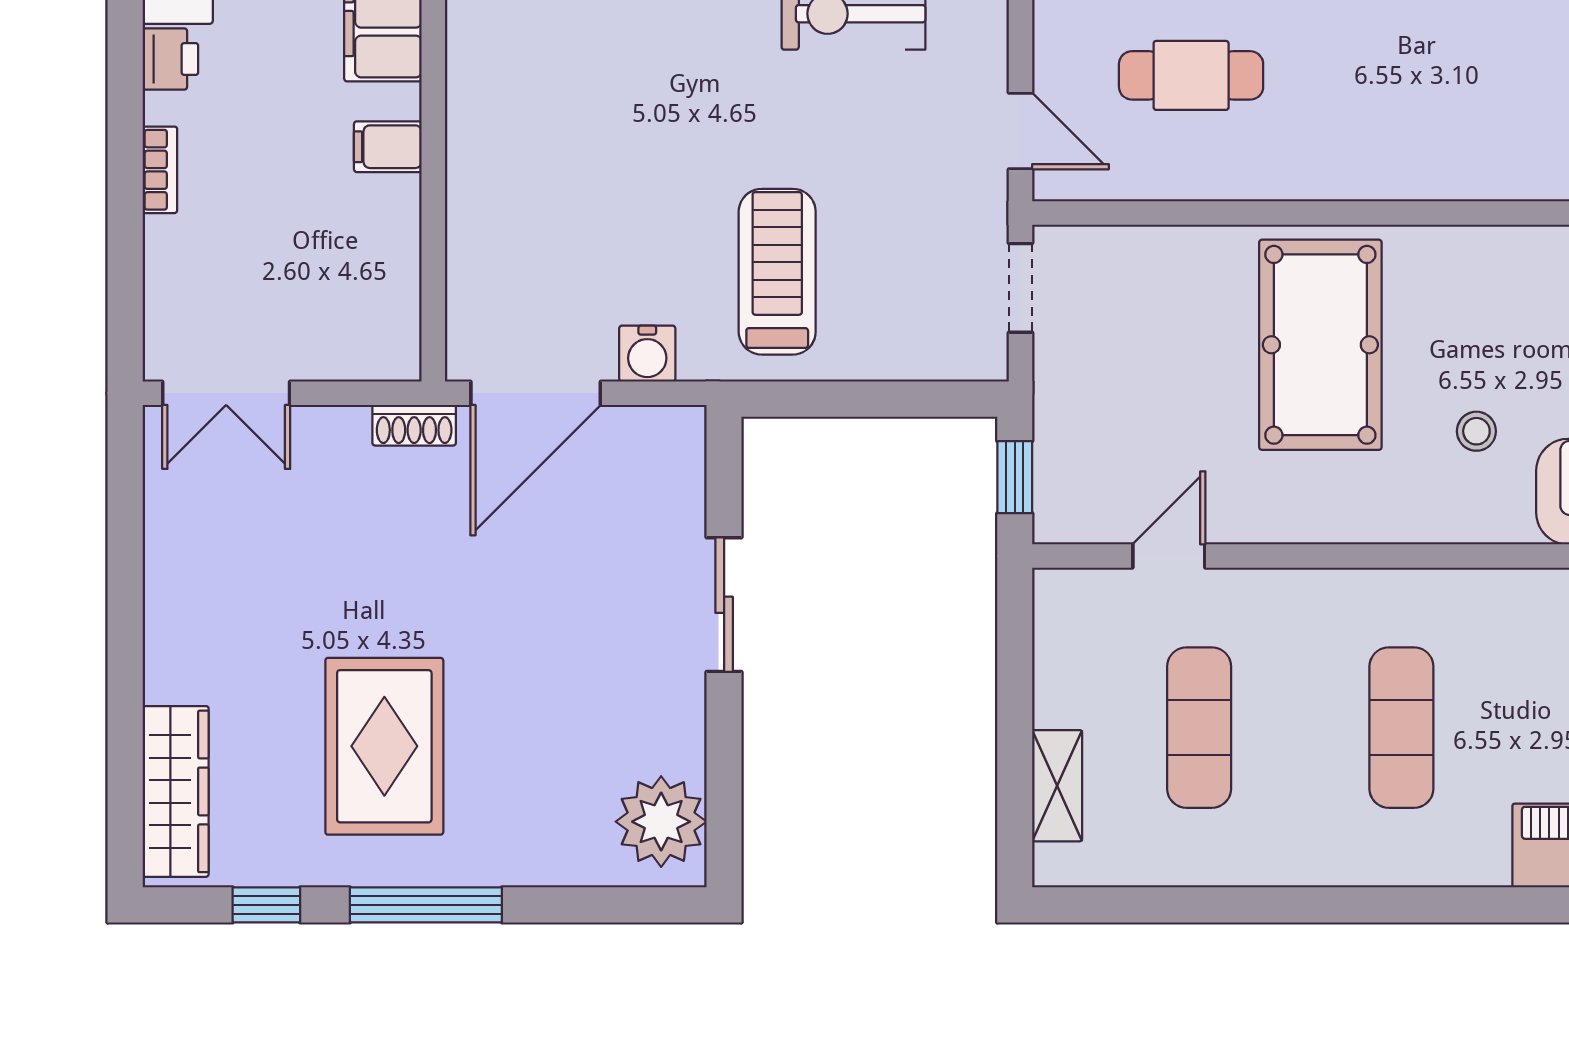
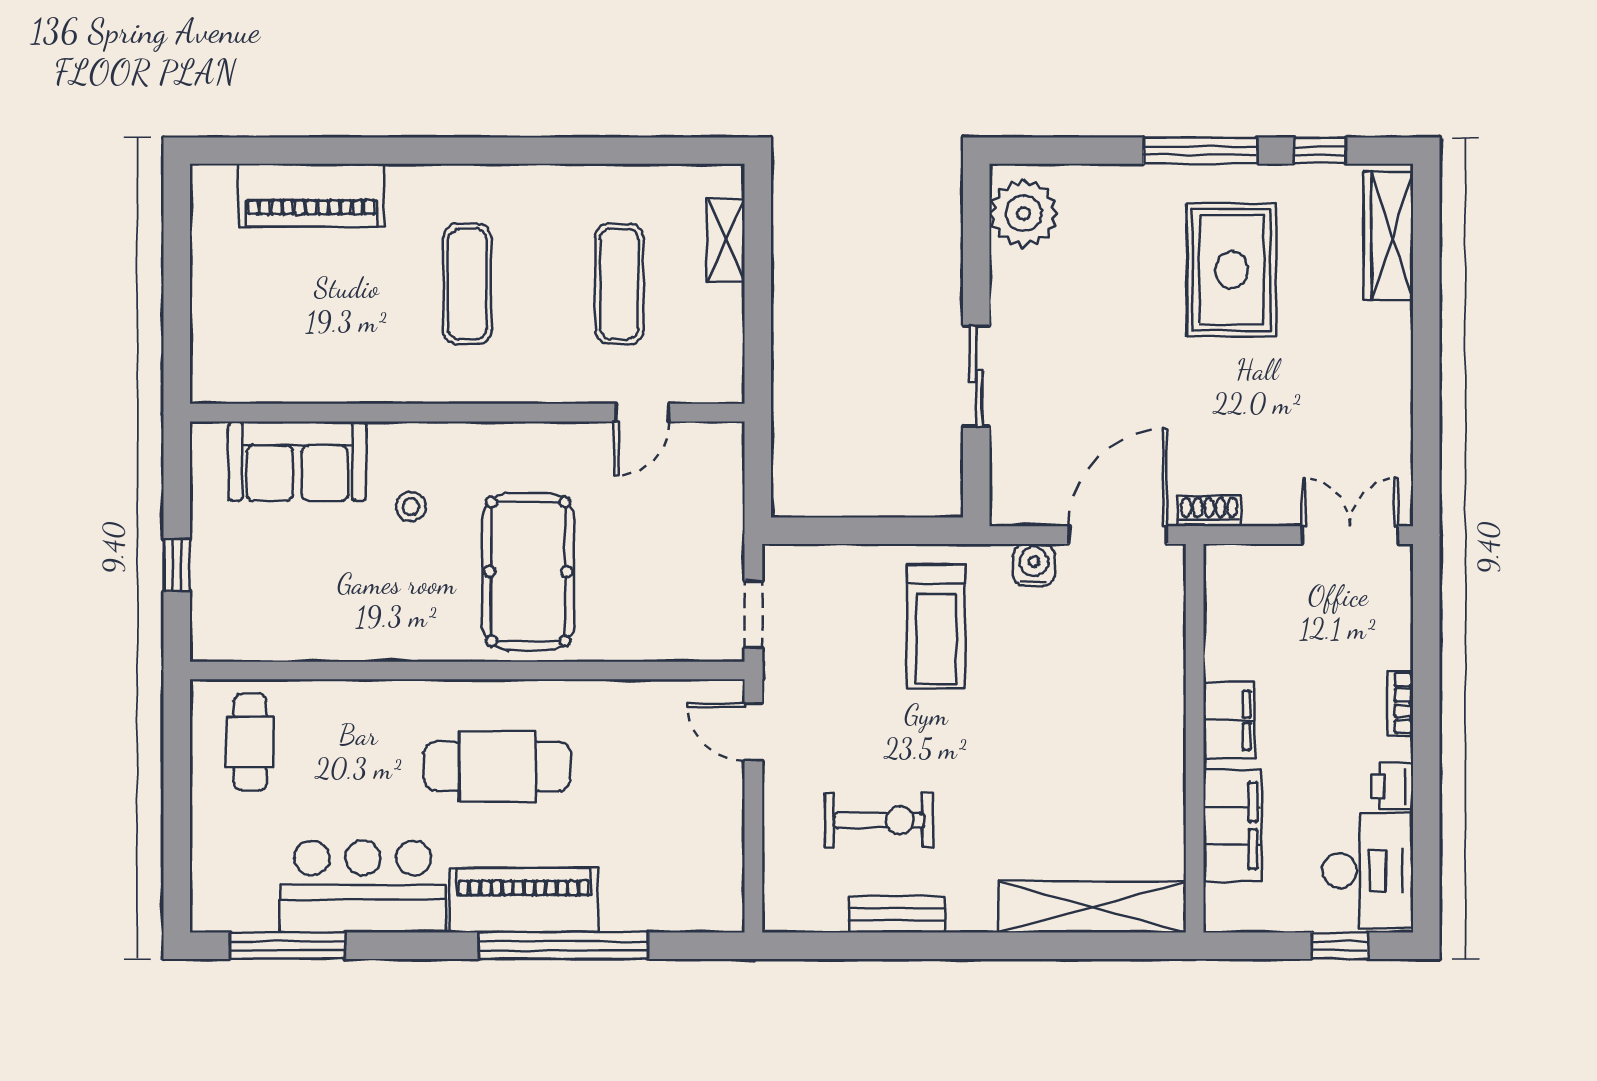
cafe table: (1191, 75) -> (497, 766), moved, width x1.37, depth x1.35
filing cabinet: (388, 147) -> (1229, 720), width x2.00
window: (1015, 477) -> (758, 472), removed

